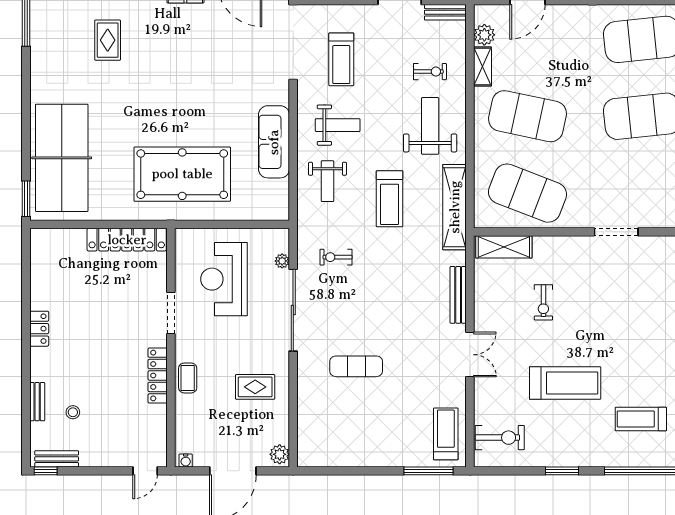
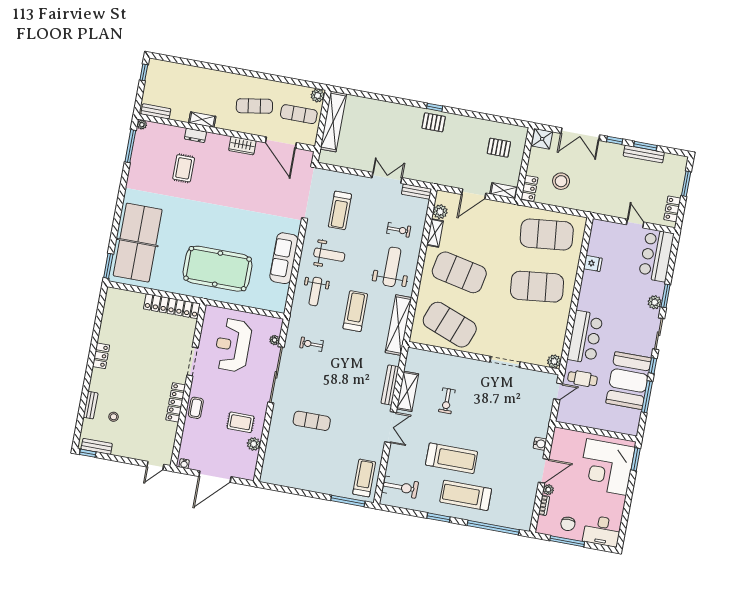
treadmill: (390, 199) -> (355, 311), turned 180
shelving: (504, 247) -> (408, 391), moved, turned 90
treadmill: (641, 419) -> (466, 495), moved, width x1.37, depth x1.38
plant: (280, 454) -> (254, 444), moved

